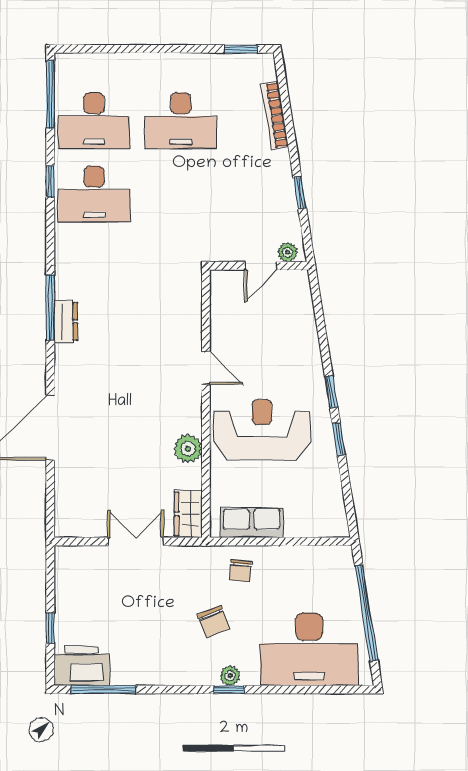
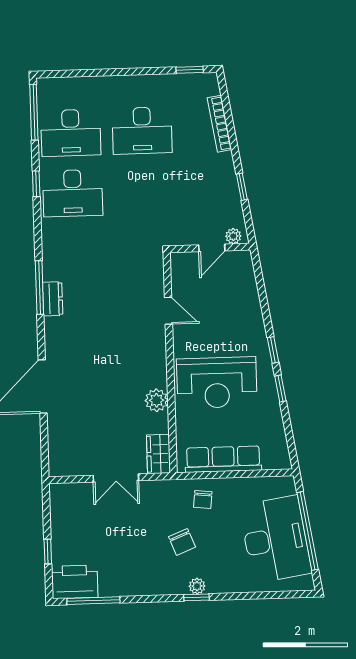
door: (206, 368) -> (168, 311), moved
reception desk: (262, 430) -> (217, 383), turned 180
row of seats: (252, 523) -> (223, 459), width x1.48
double door: (136, 541) -> (116, 478), swing flipped
desk: (309, 649) -> (275, 539), moved, turned -99

